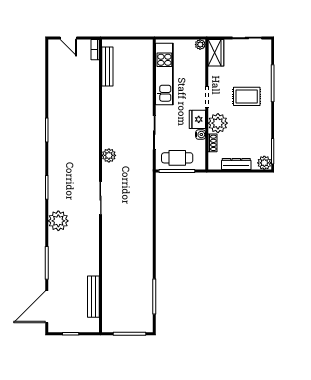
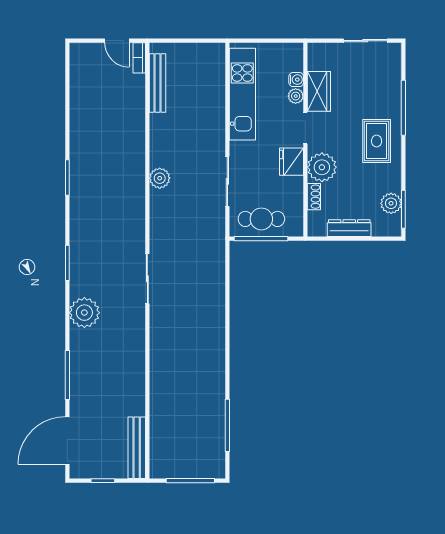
door: (68, 38) -> (117, 41), moved
plant: (200, 45) -> (296, 96), moved
wardrobe: (216, 53) -> (319, 91), moved
rug: (247, 96) -> (377, 141), moved, turned 90
water cooler: (201, 135) -> (296, 80), moved
plant: (109, 155) -> (160, 178), moved
plant: (264, 163) -> (391, 203), moved
bench: (93, 297) -> (137, 448), moved

